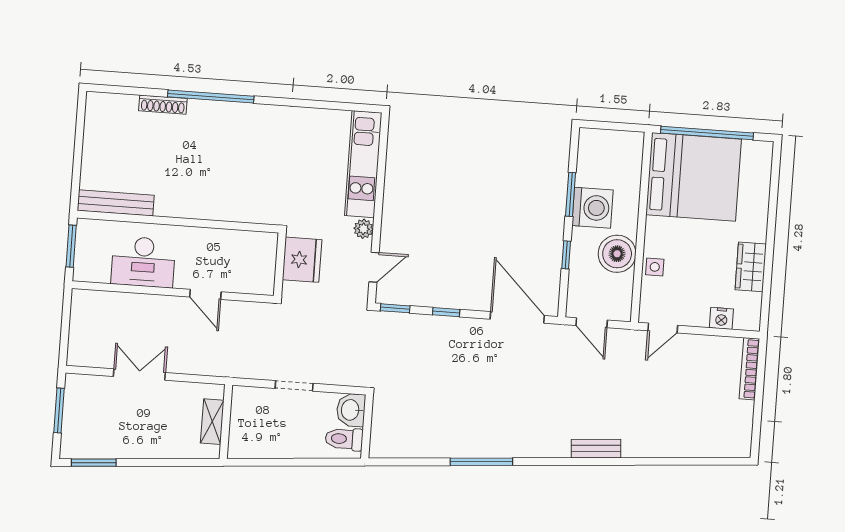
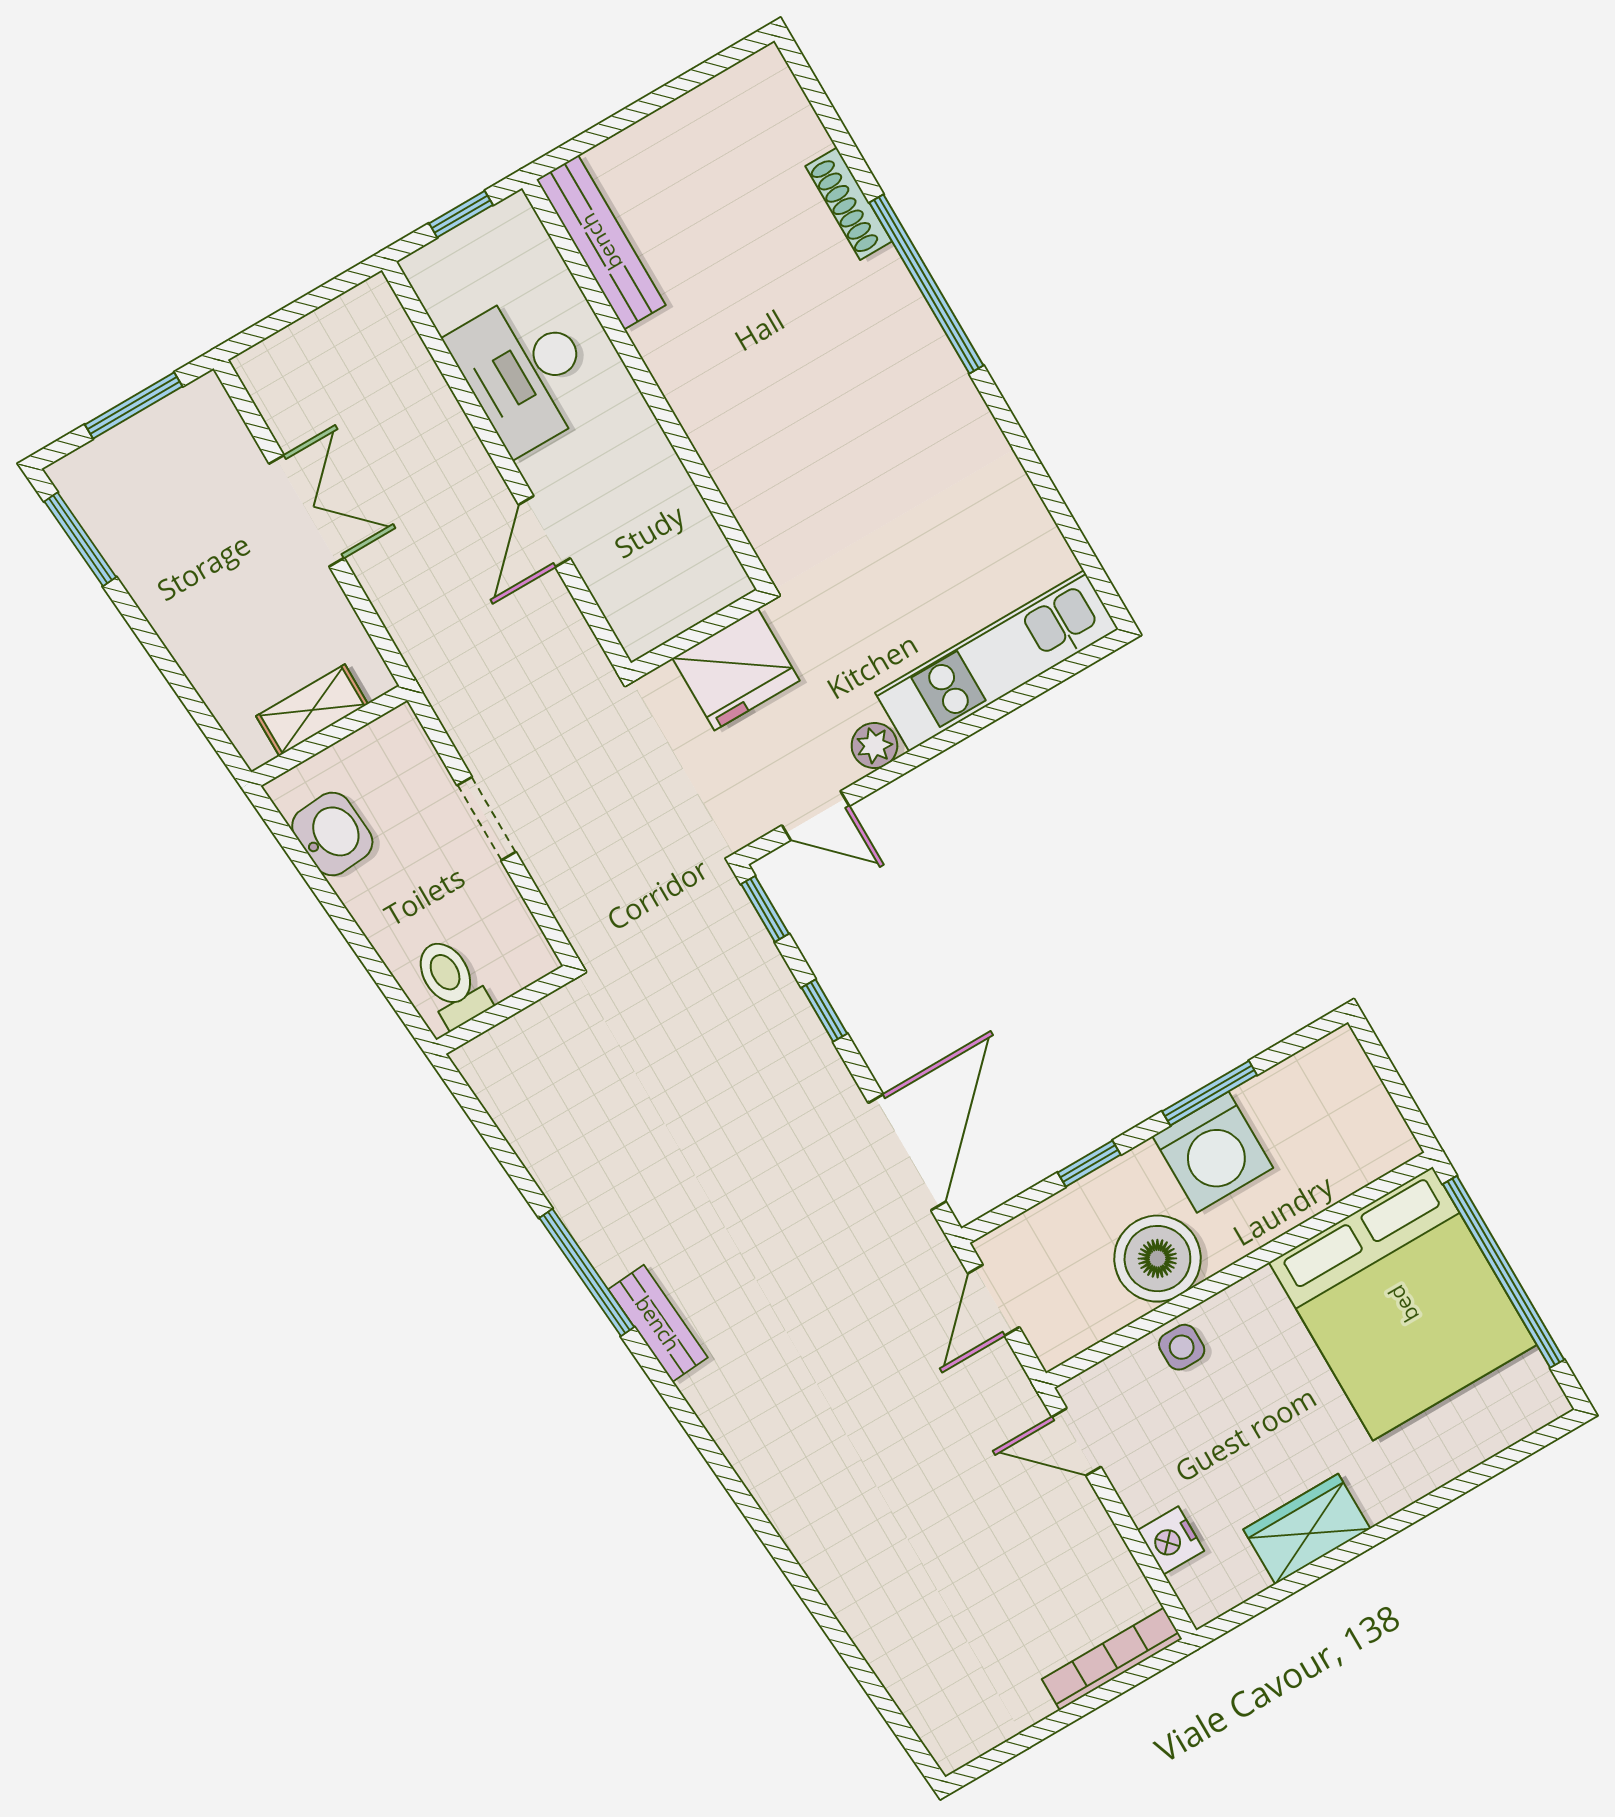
window: (71, 246) -> (461, 214), width x0.67
washbasin: (351, 410) -> (332, 834), moved, turned 86
bench: (596, 449) -> (658, 1323), moved

